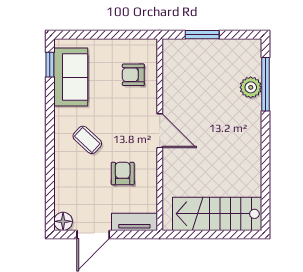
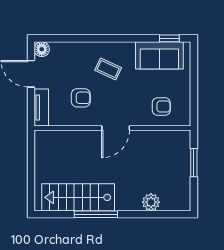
armchair: (133, 75) -> (161, 107), turned 90
window: (265, 84) -> (96, 214), moved
coffee table: (87, 140) -> (108, 69), turned 72
stairs: (217, 214) -> (78, 197), moved, turned -90

